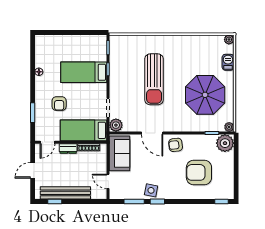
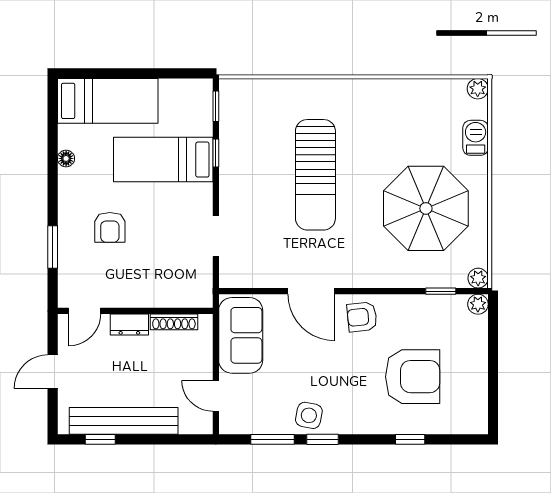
plant: (116, 125) -> (233, 274), removed
bed: (83, 130) -> (108, 101), moved, turned 180
plant: (225, 143) -> (478, 304), width x0.53, depth x0.53
armchair: (199, 172) -> (413, 377), turned 180
window: (222, 201) -> (410, 439), moved

